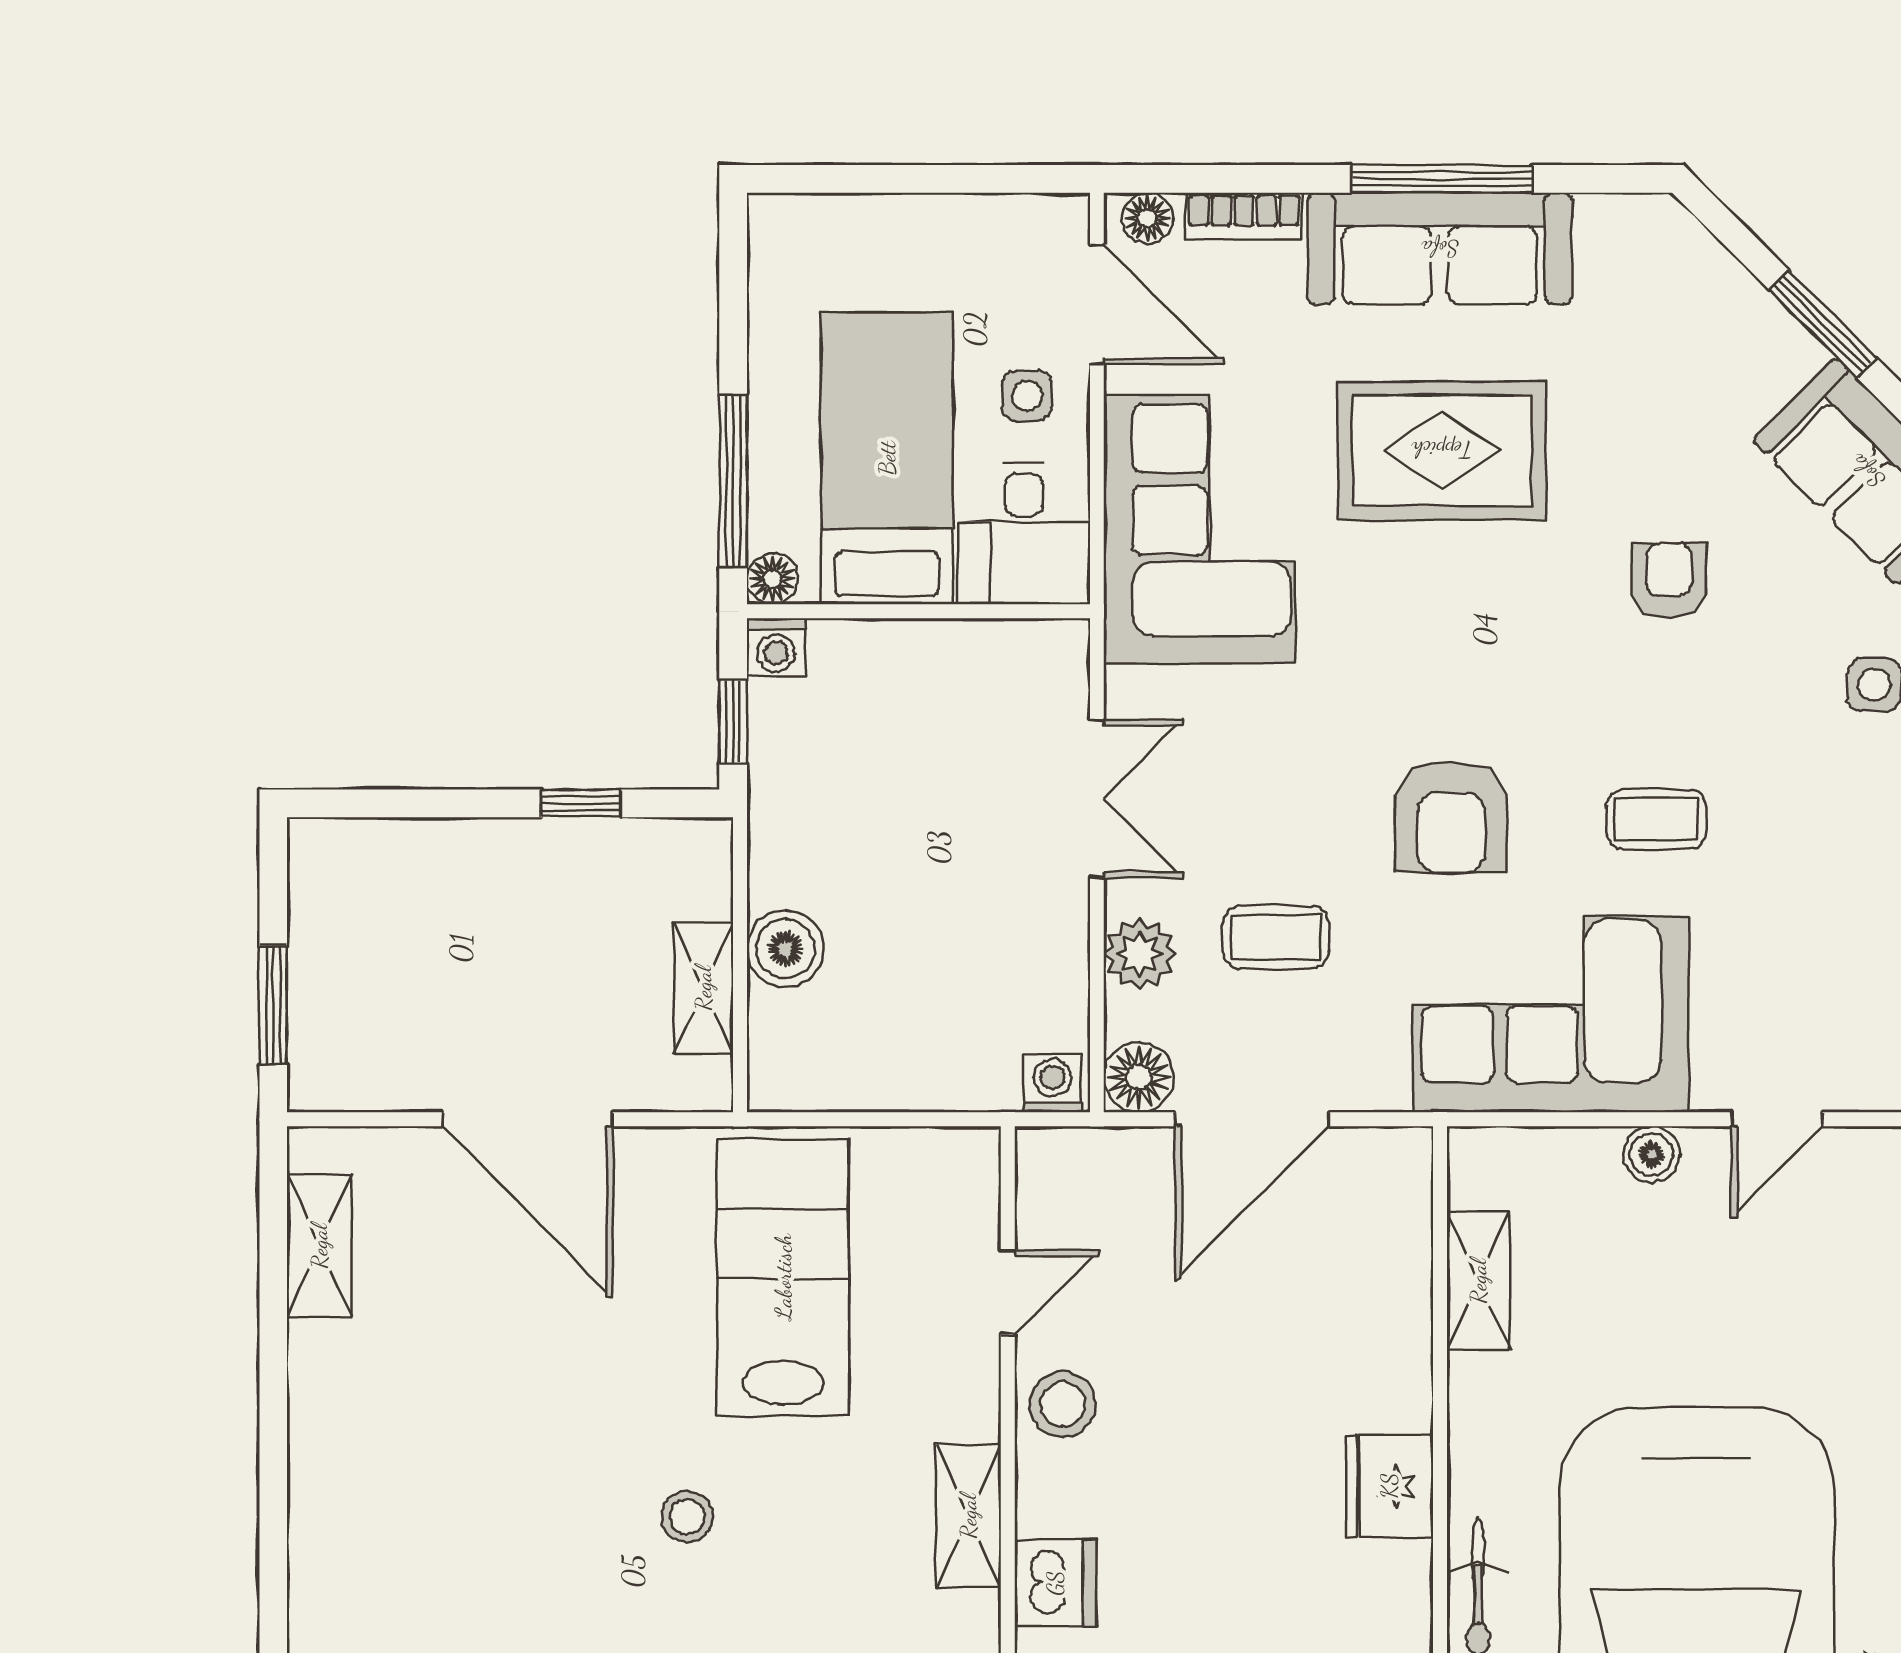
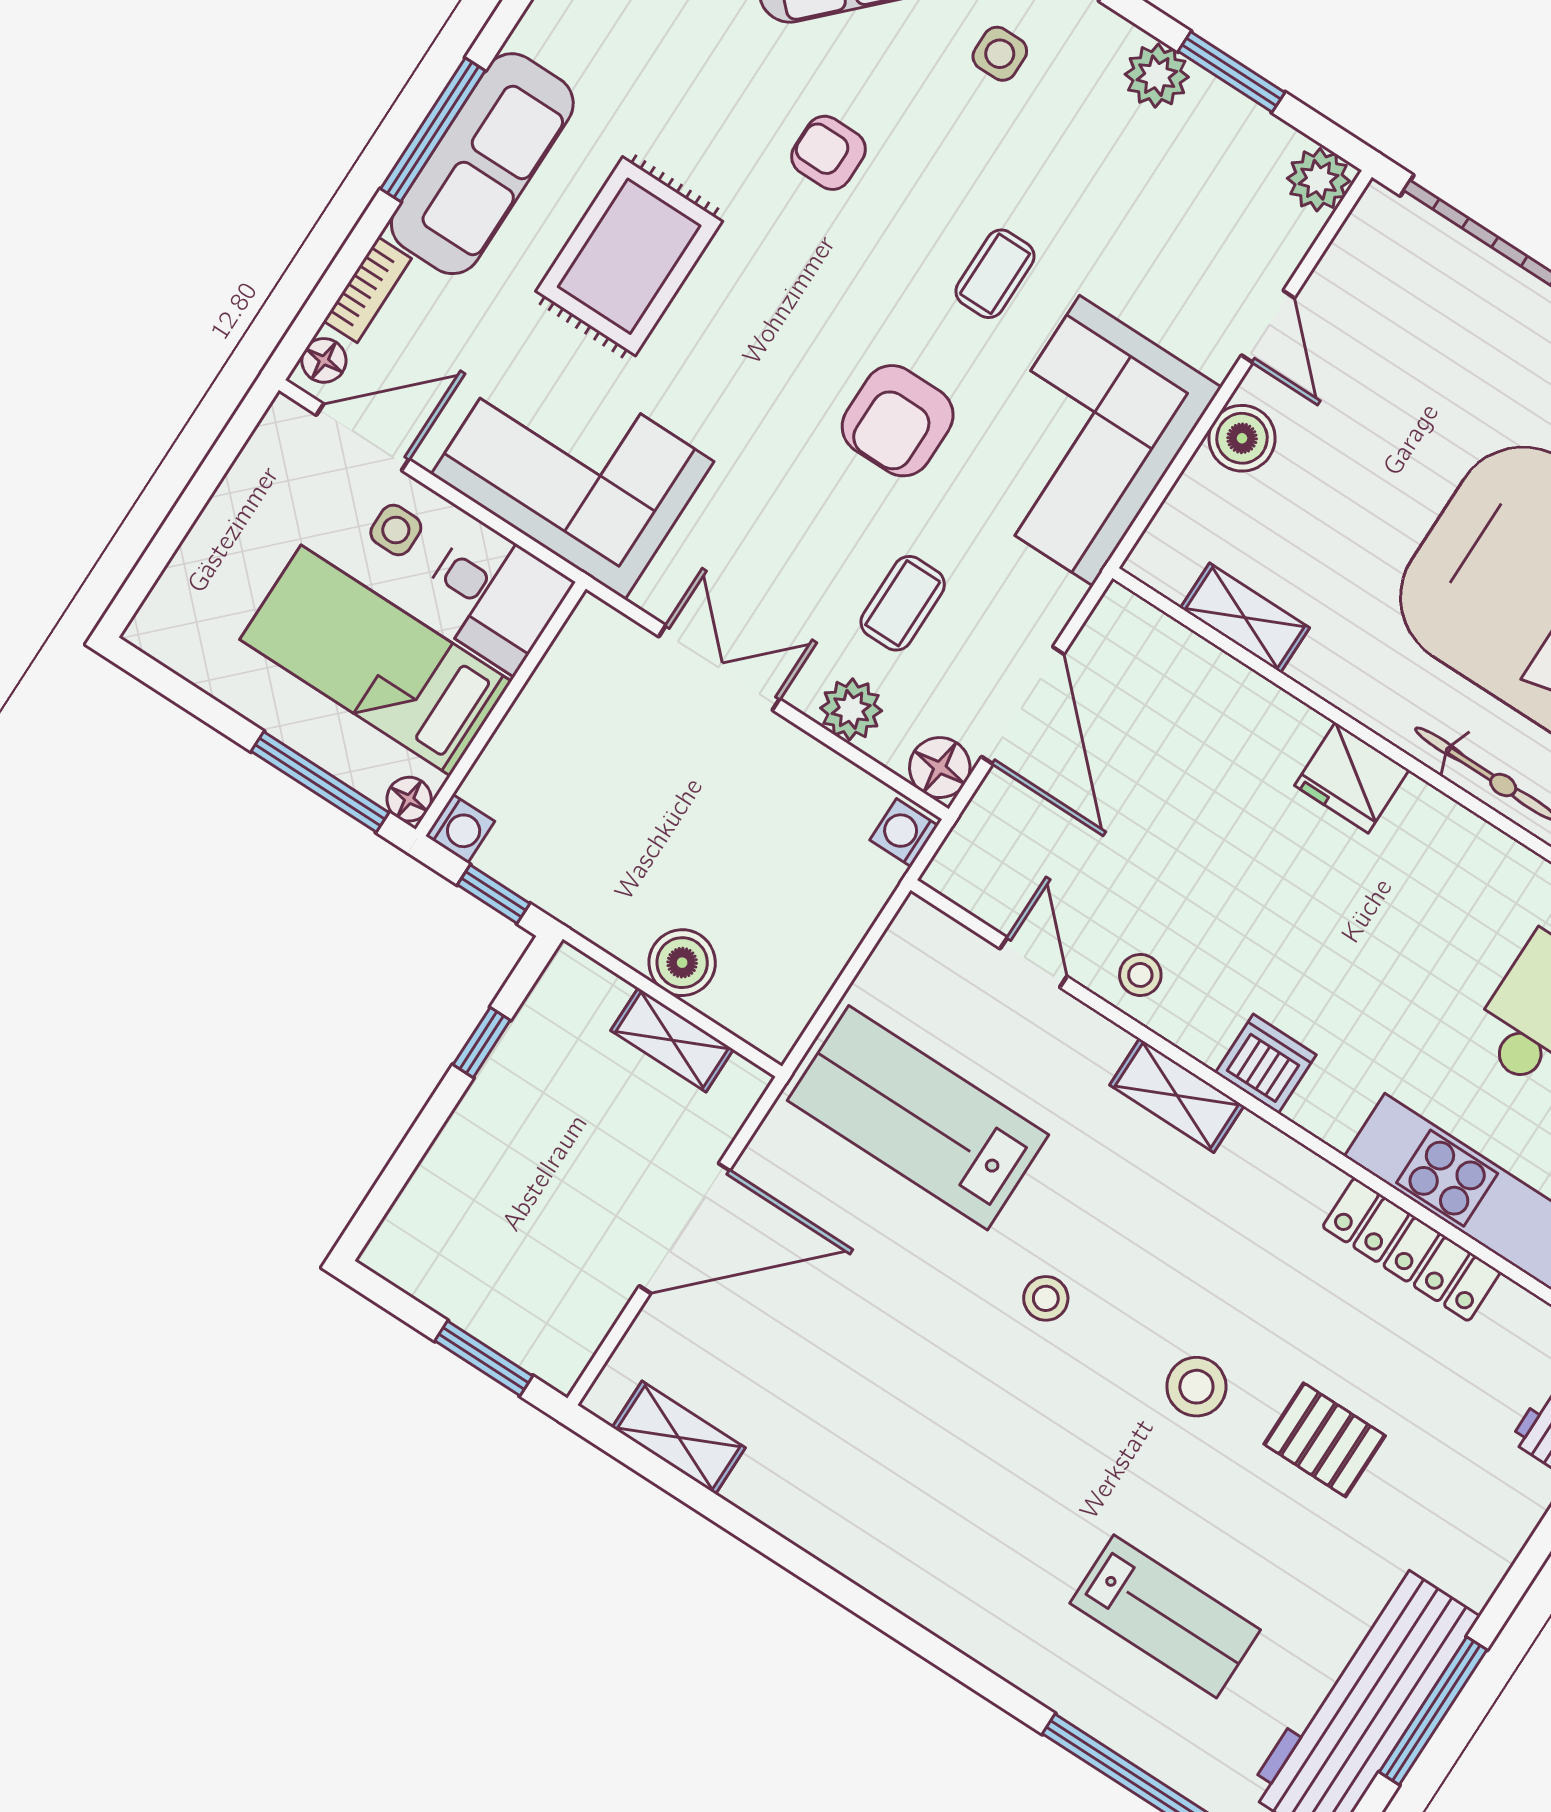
armchair: (1451, 817) -> (898, 421), turned 90
boiler: (1652, 1154) -> (1242, 438), width x1.36, depth x1.36
stool: (1063, 1404) -> (1140, 975), width x0.73, depth x0.73

